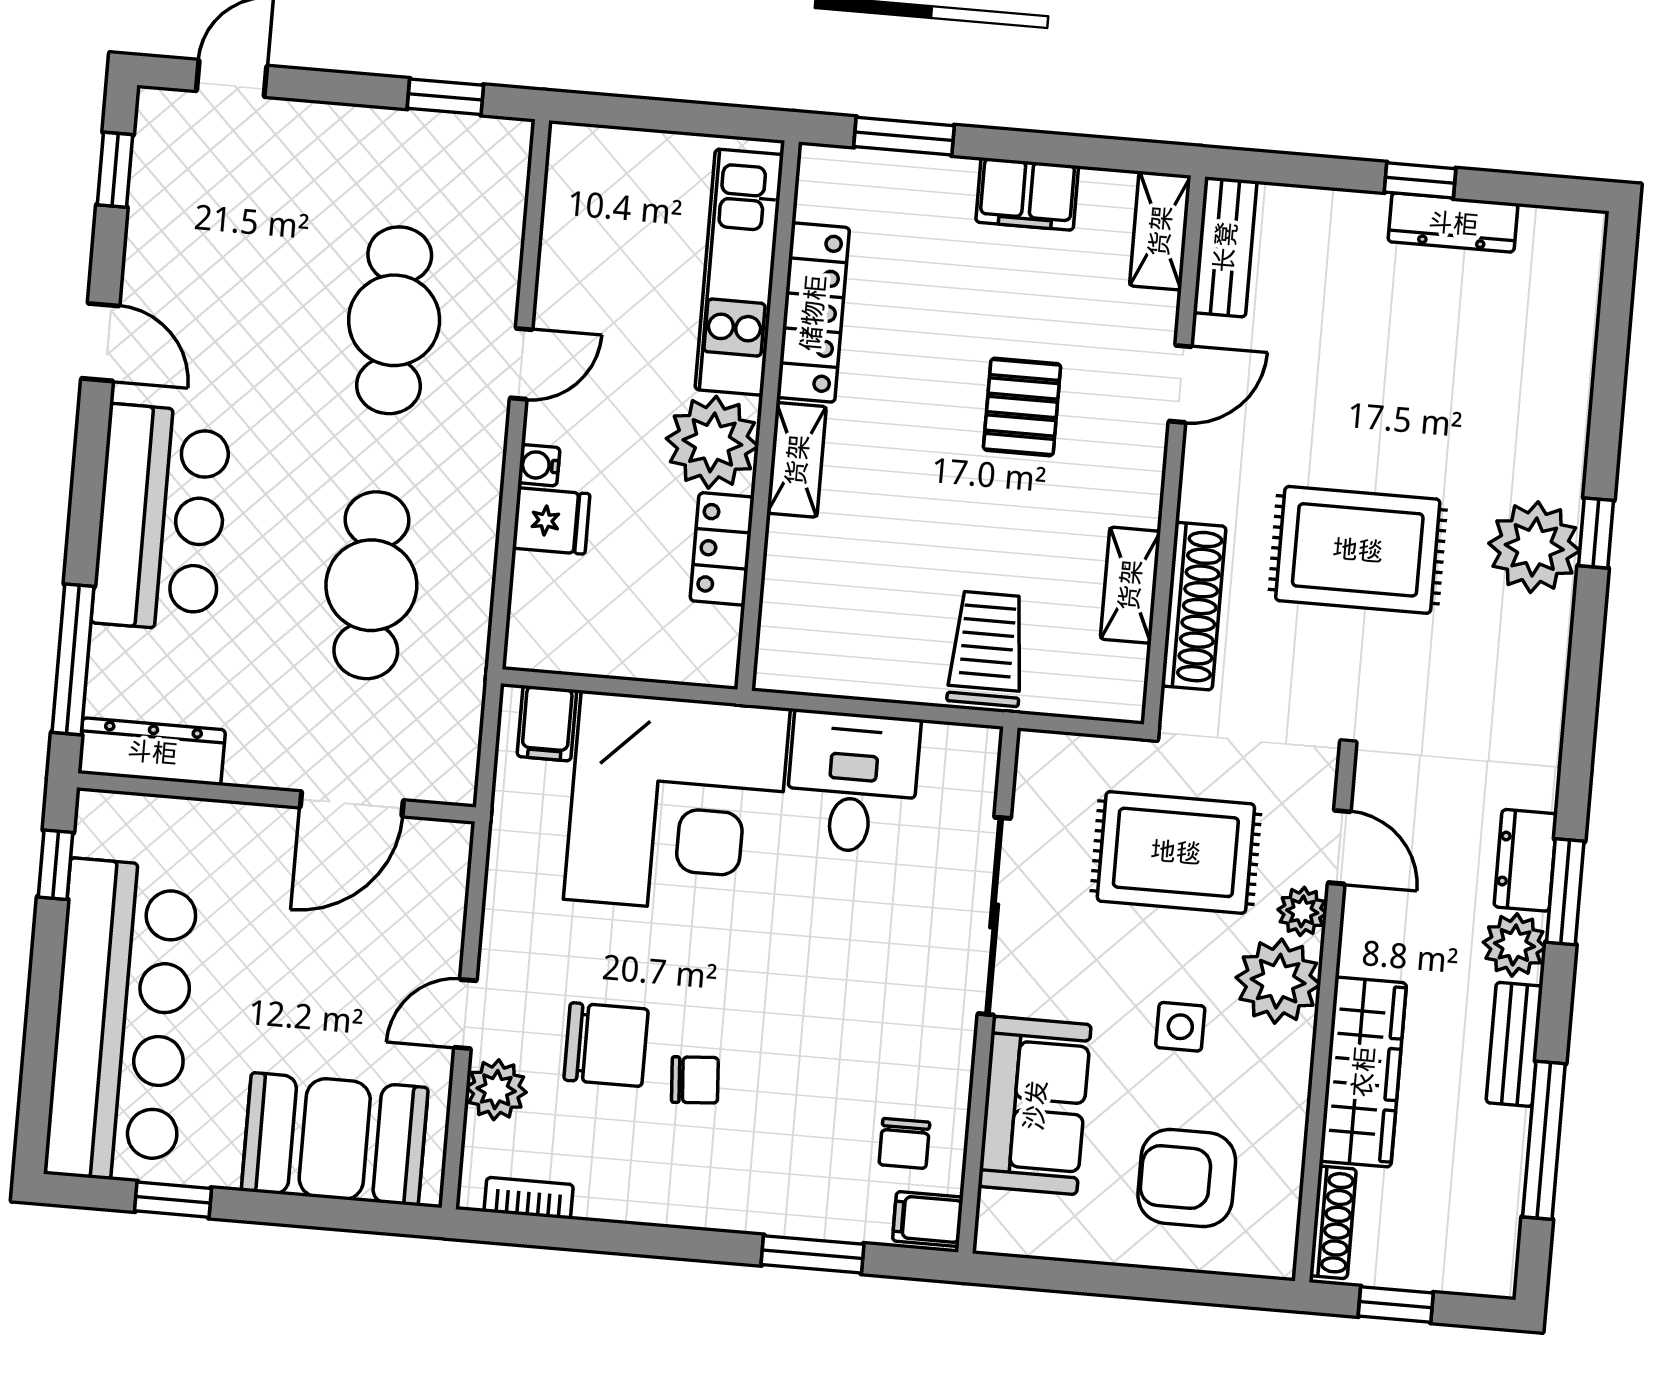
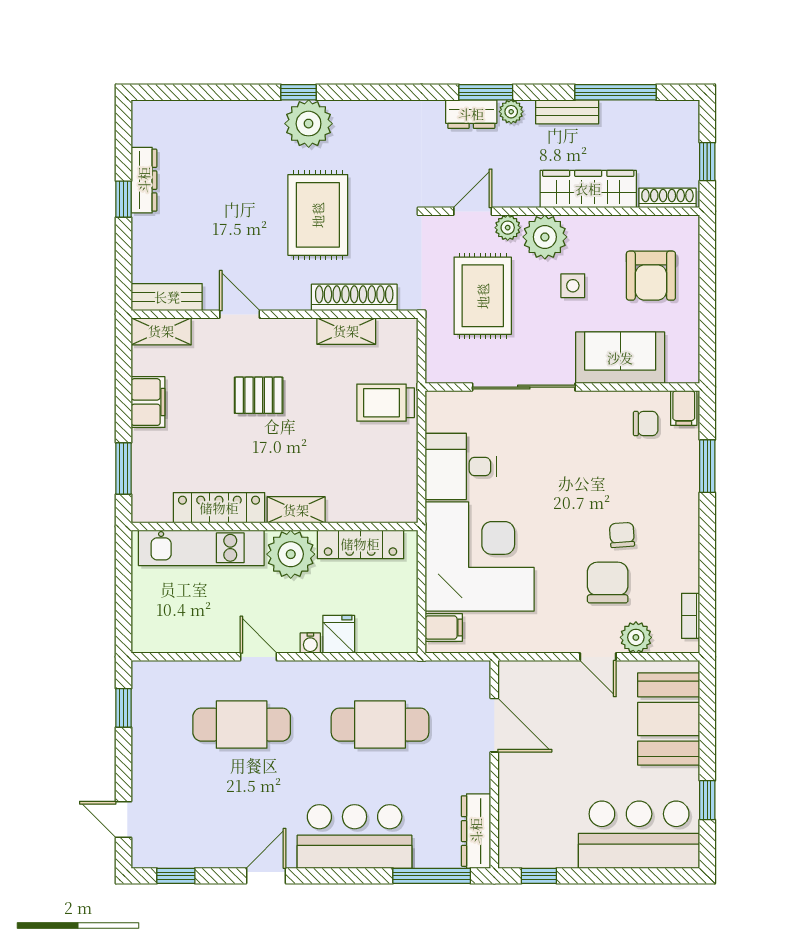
locker: (722, 549) -> (360, 544), width x1.53
plant: (1514, 945) -> (511, 112), width x0.73, depth x0.73
bar counter: (122, 1021) -> (639, 835), width x0.73

